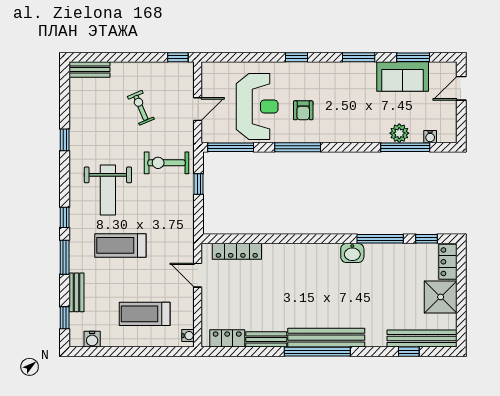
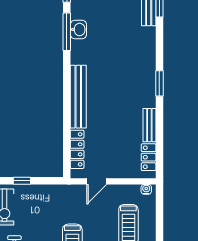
washbasin: (352, 253) -> (78, 30), moved
bench: (326, 338) -> (78, 97), moved
window: (317, 352) -> (159, 83), width x0.47

